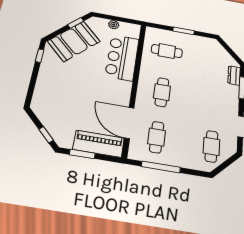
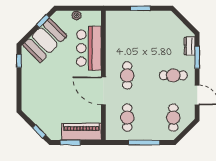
cafe table: (167, 51) -> (173, 75), moved
door: (129, 123) -> (103, 91), moved
window: (161, 167) -> (144, 143), moved

